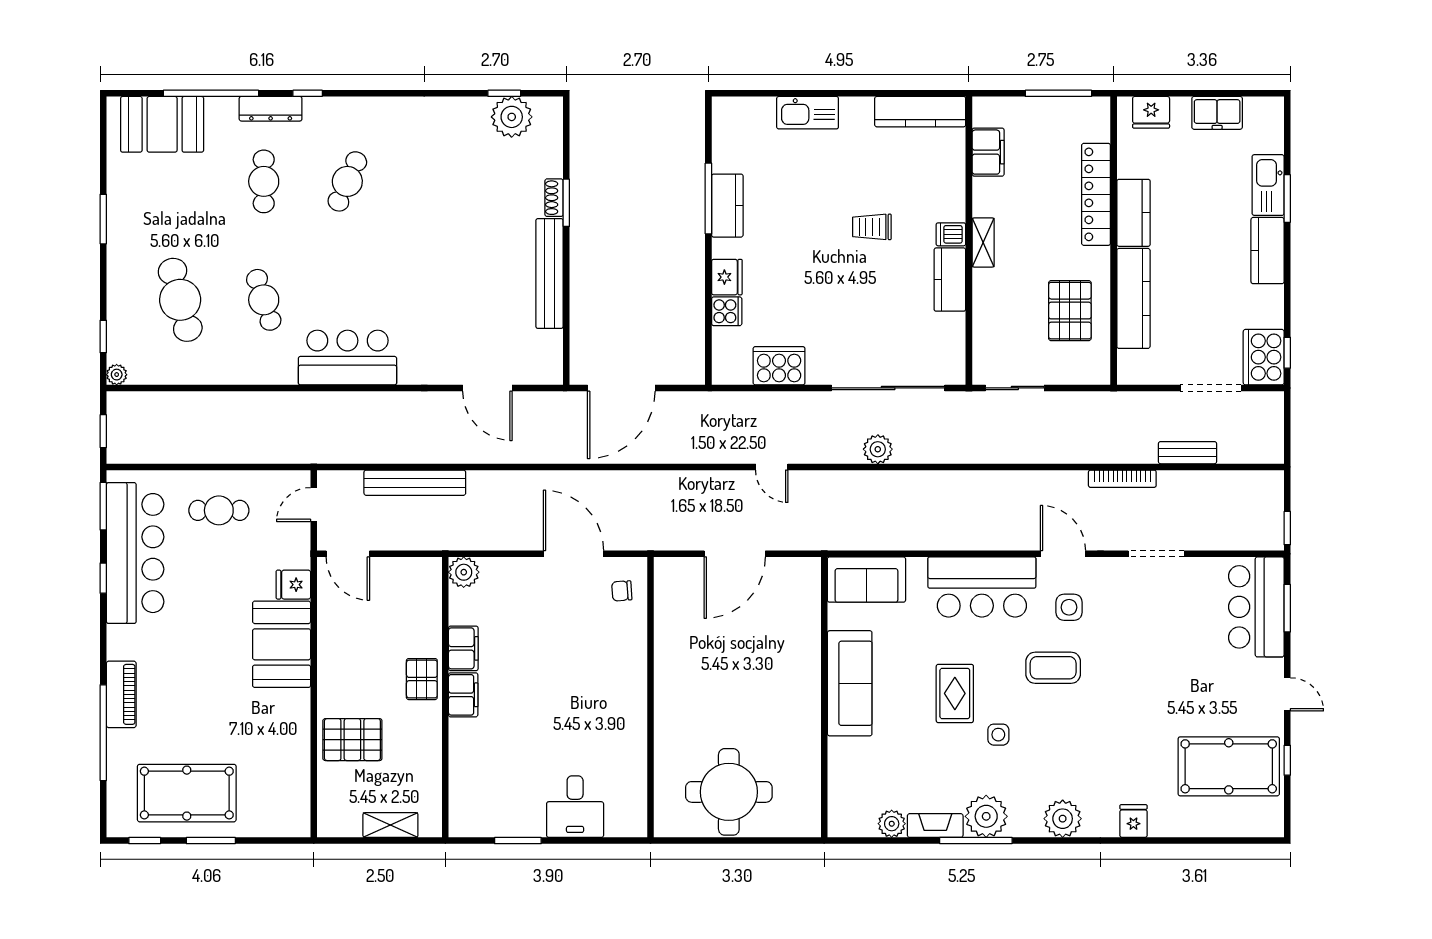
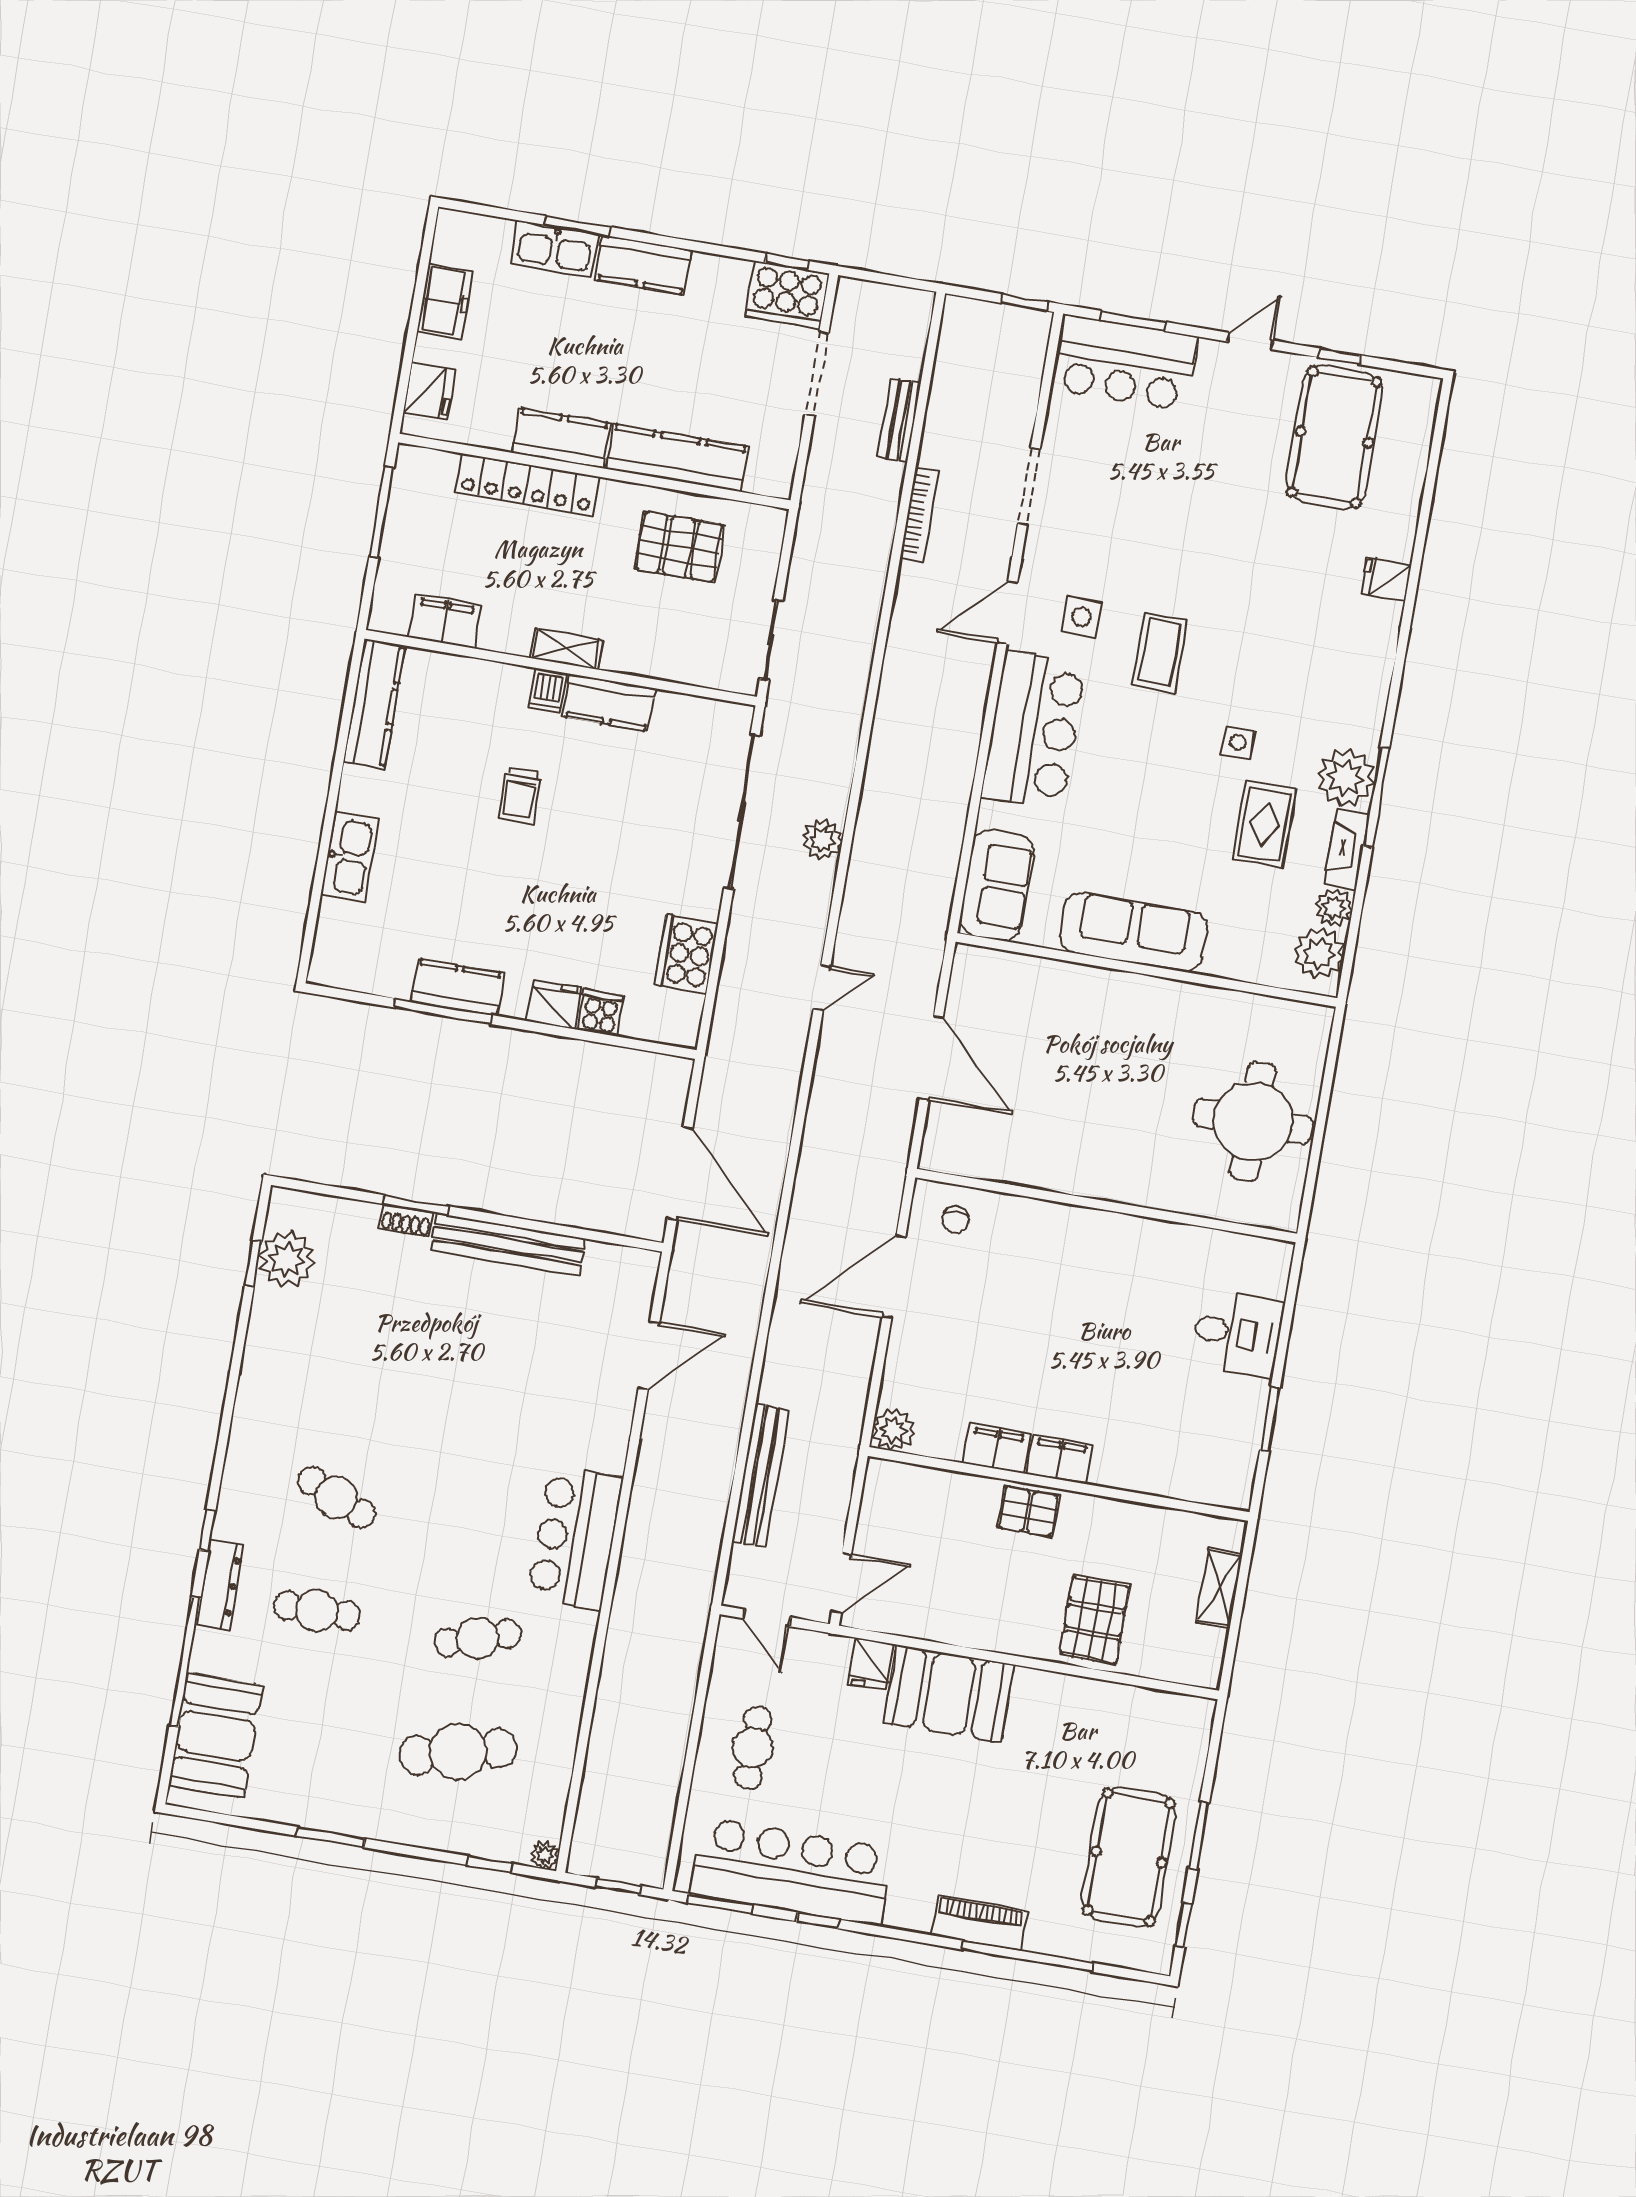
rug: (955, 693) -> (1264, 824), moved, turned 90
plant: (1063, 819) -> (1319, 953), moved

